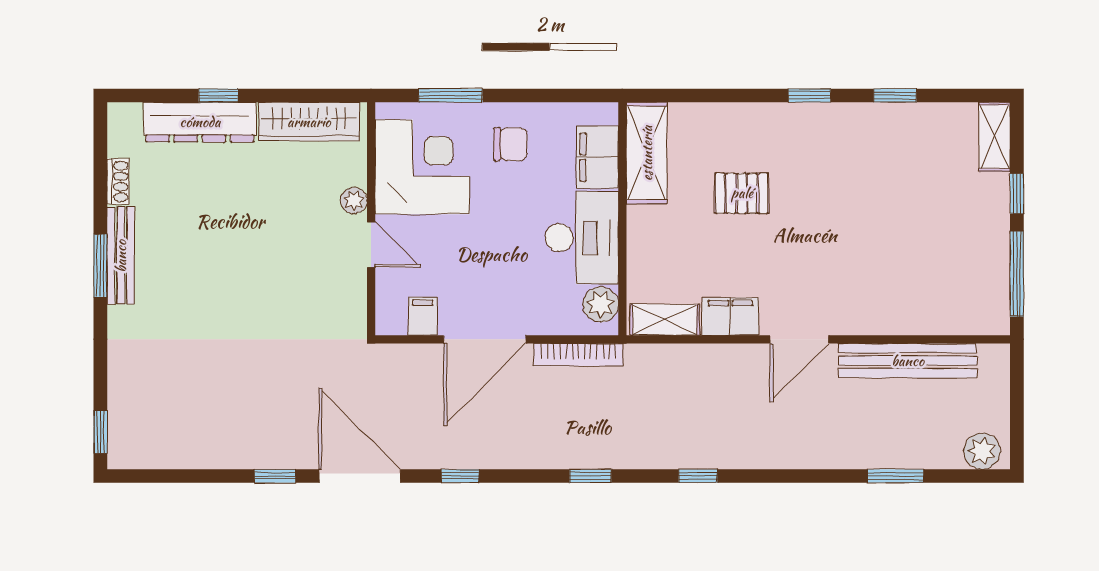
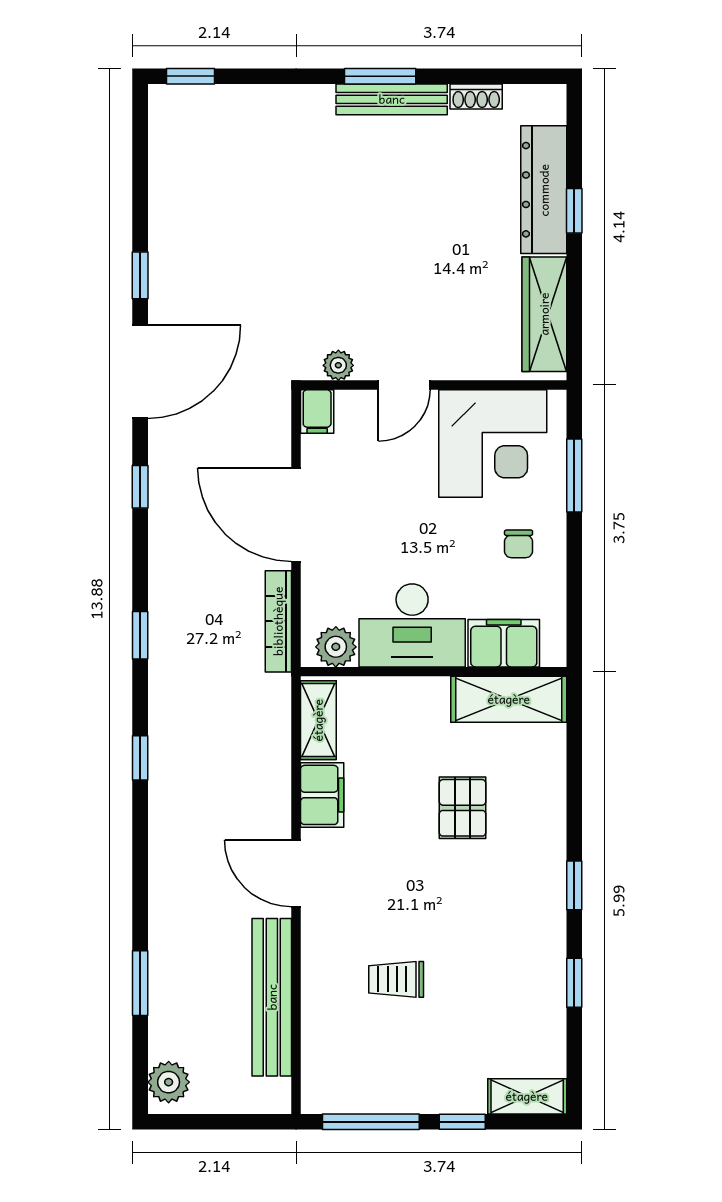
chair: (510, 144) -> (519, 544), width x0.73, depth x0.73
plant: (354, 201) -> (338, 365), moved
trolley: (892, 252) -> (396, 979), added
filing cabinet: (423, 316) -> (317, 412), moved, turned 90

